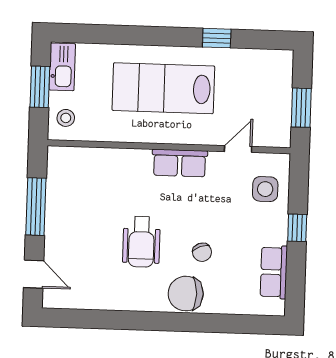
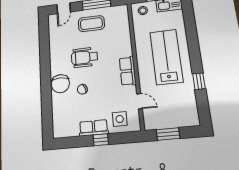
coffee table: (76, 221) -> (91, 24), added
row of seats: (274, 272) -> (94, 128), moved
chair: (186, 294) -> (60, 84), turned 180

